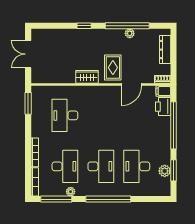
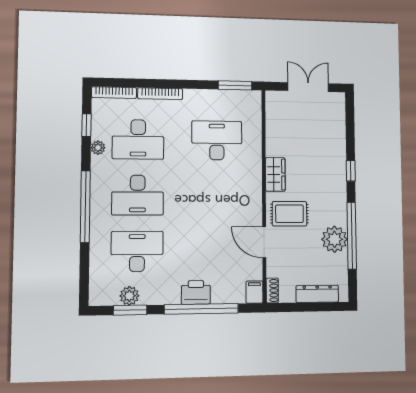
plant: (130, 33) -> (335, 239), width x1.88, depth x1.88
printer: (163, 107) -> (196, 292), moved
window: (56, 199) -> (87, 125), width x0.46

